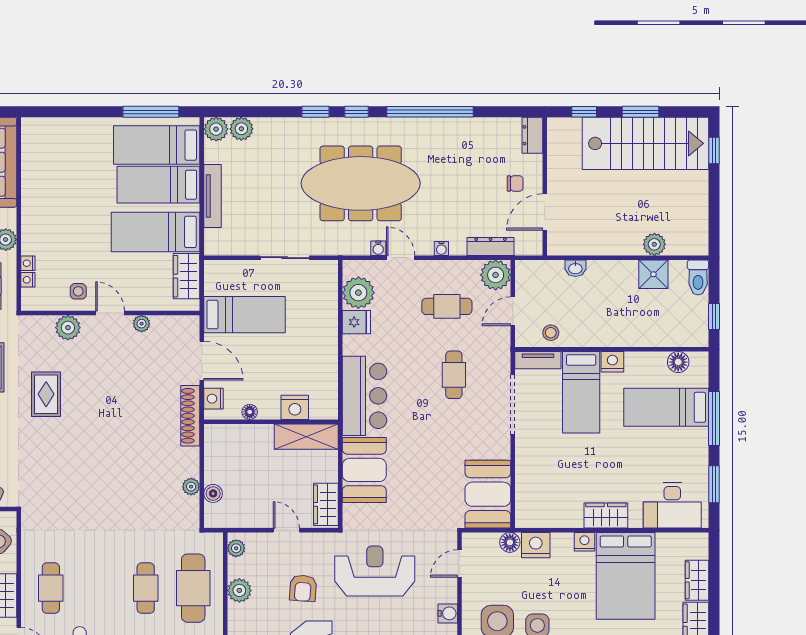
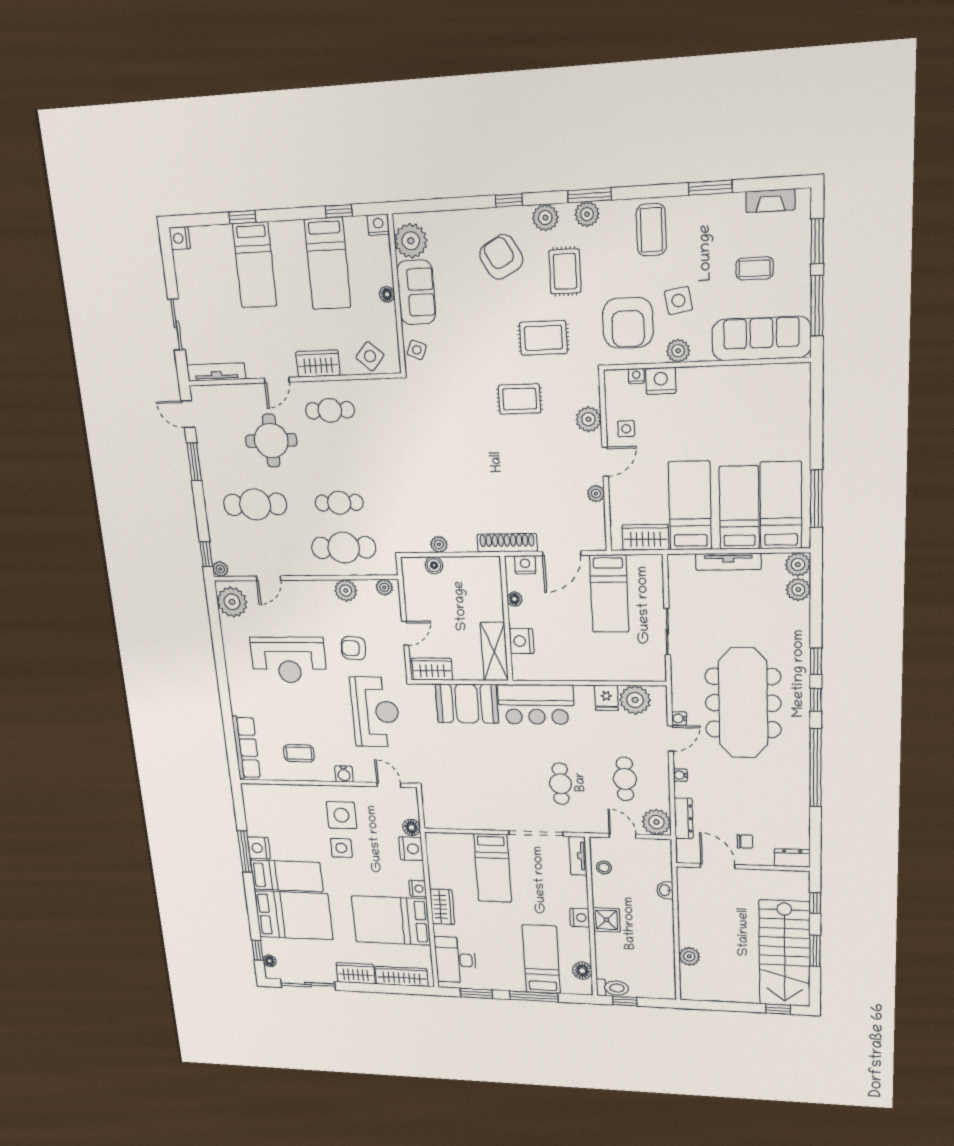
chair: (515, 184) -> (745, 841), turned -90
nightstand: (28, 263) -> (661, 381), width x1.89, depth x1.79
shower: (653, 274) -> (606, 920), moved
toilet: (698, 277) -> (612, 988), moved, turned 180
cafe table: (454, 375) -> (561, 784), turned 90
bed: (581, 392) -> (493, 868), moved, turned -90
booth: (488, 494) -> (453, 810), removed
wardrobe: (697, 580) -> (401, 976), width x1.50

